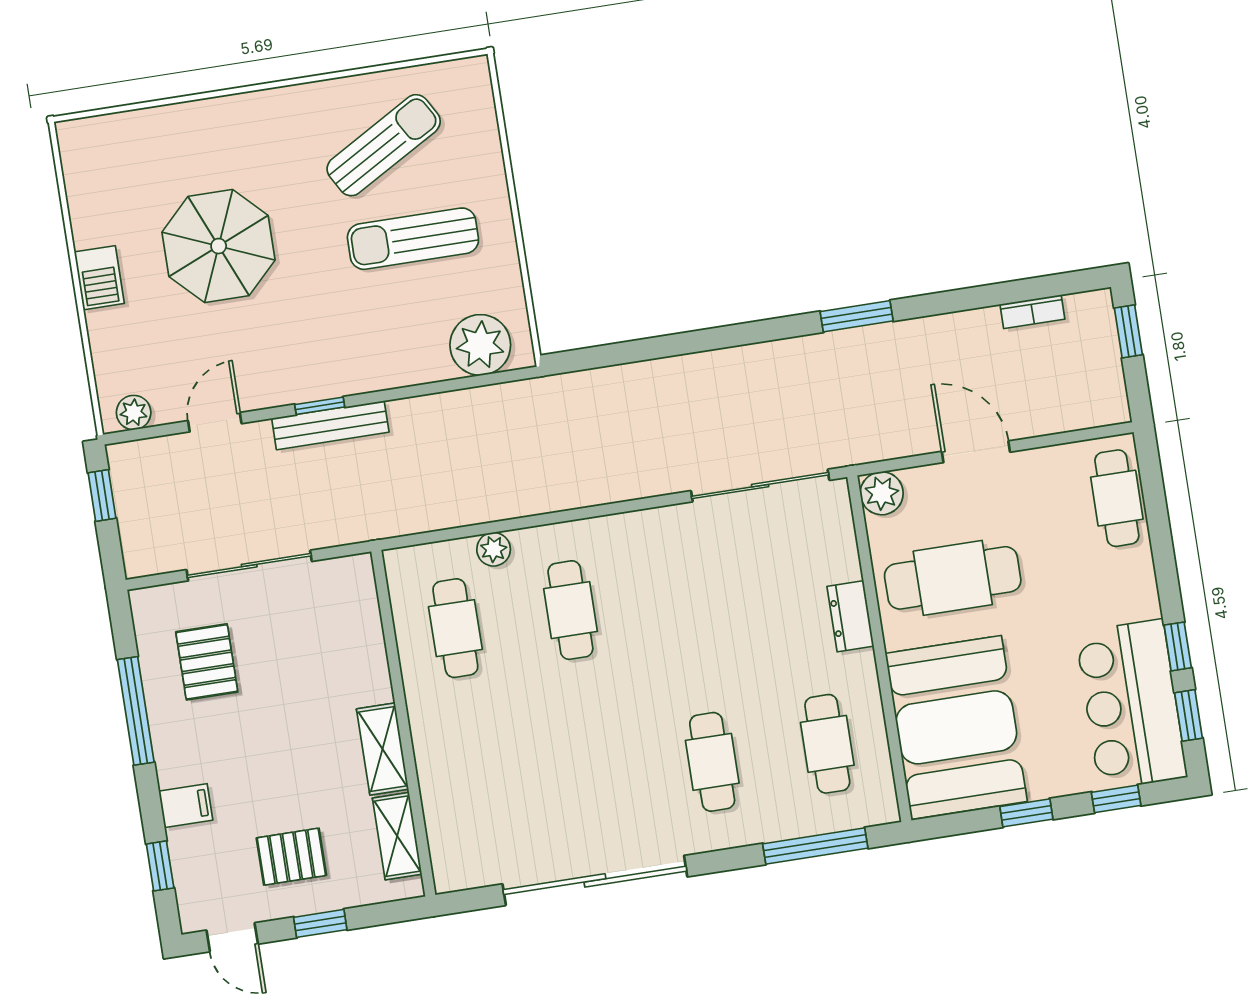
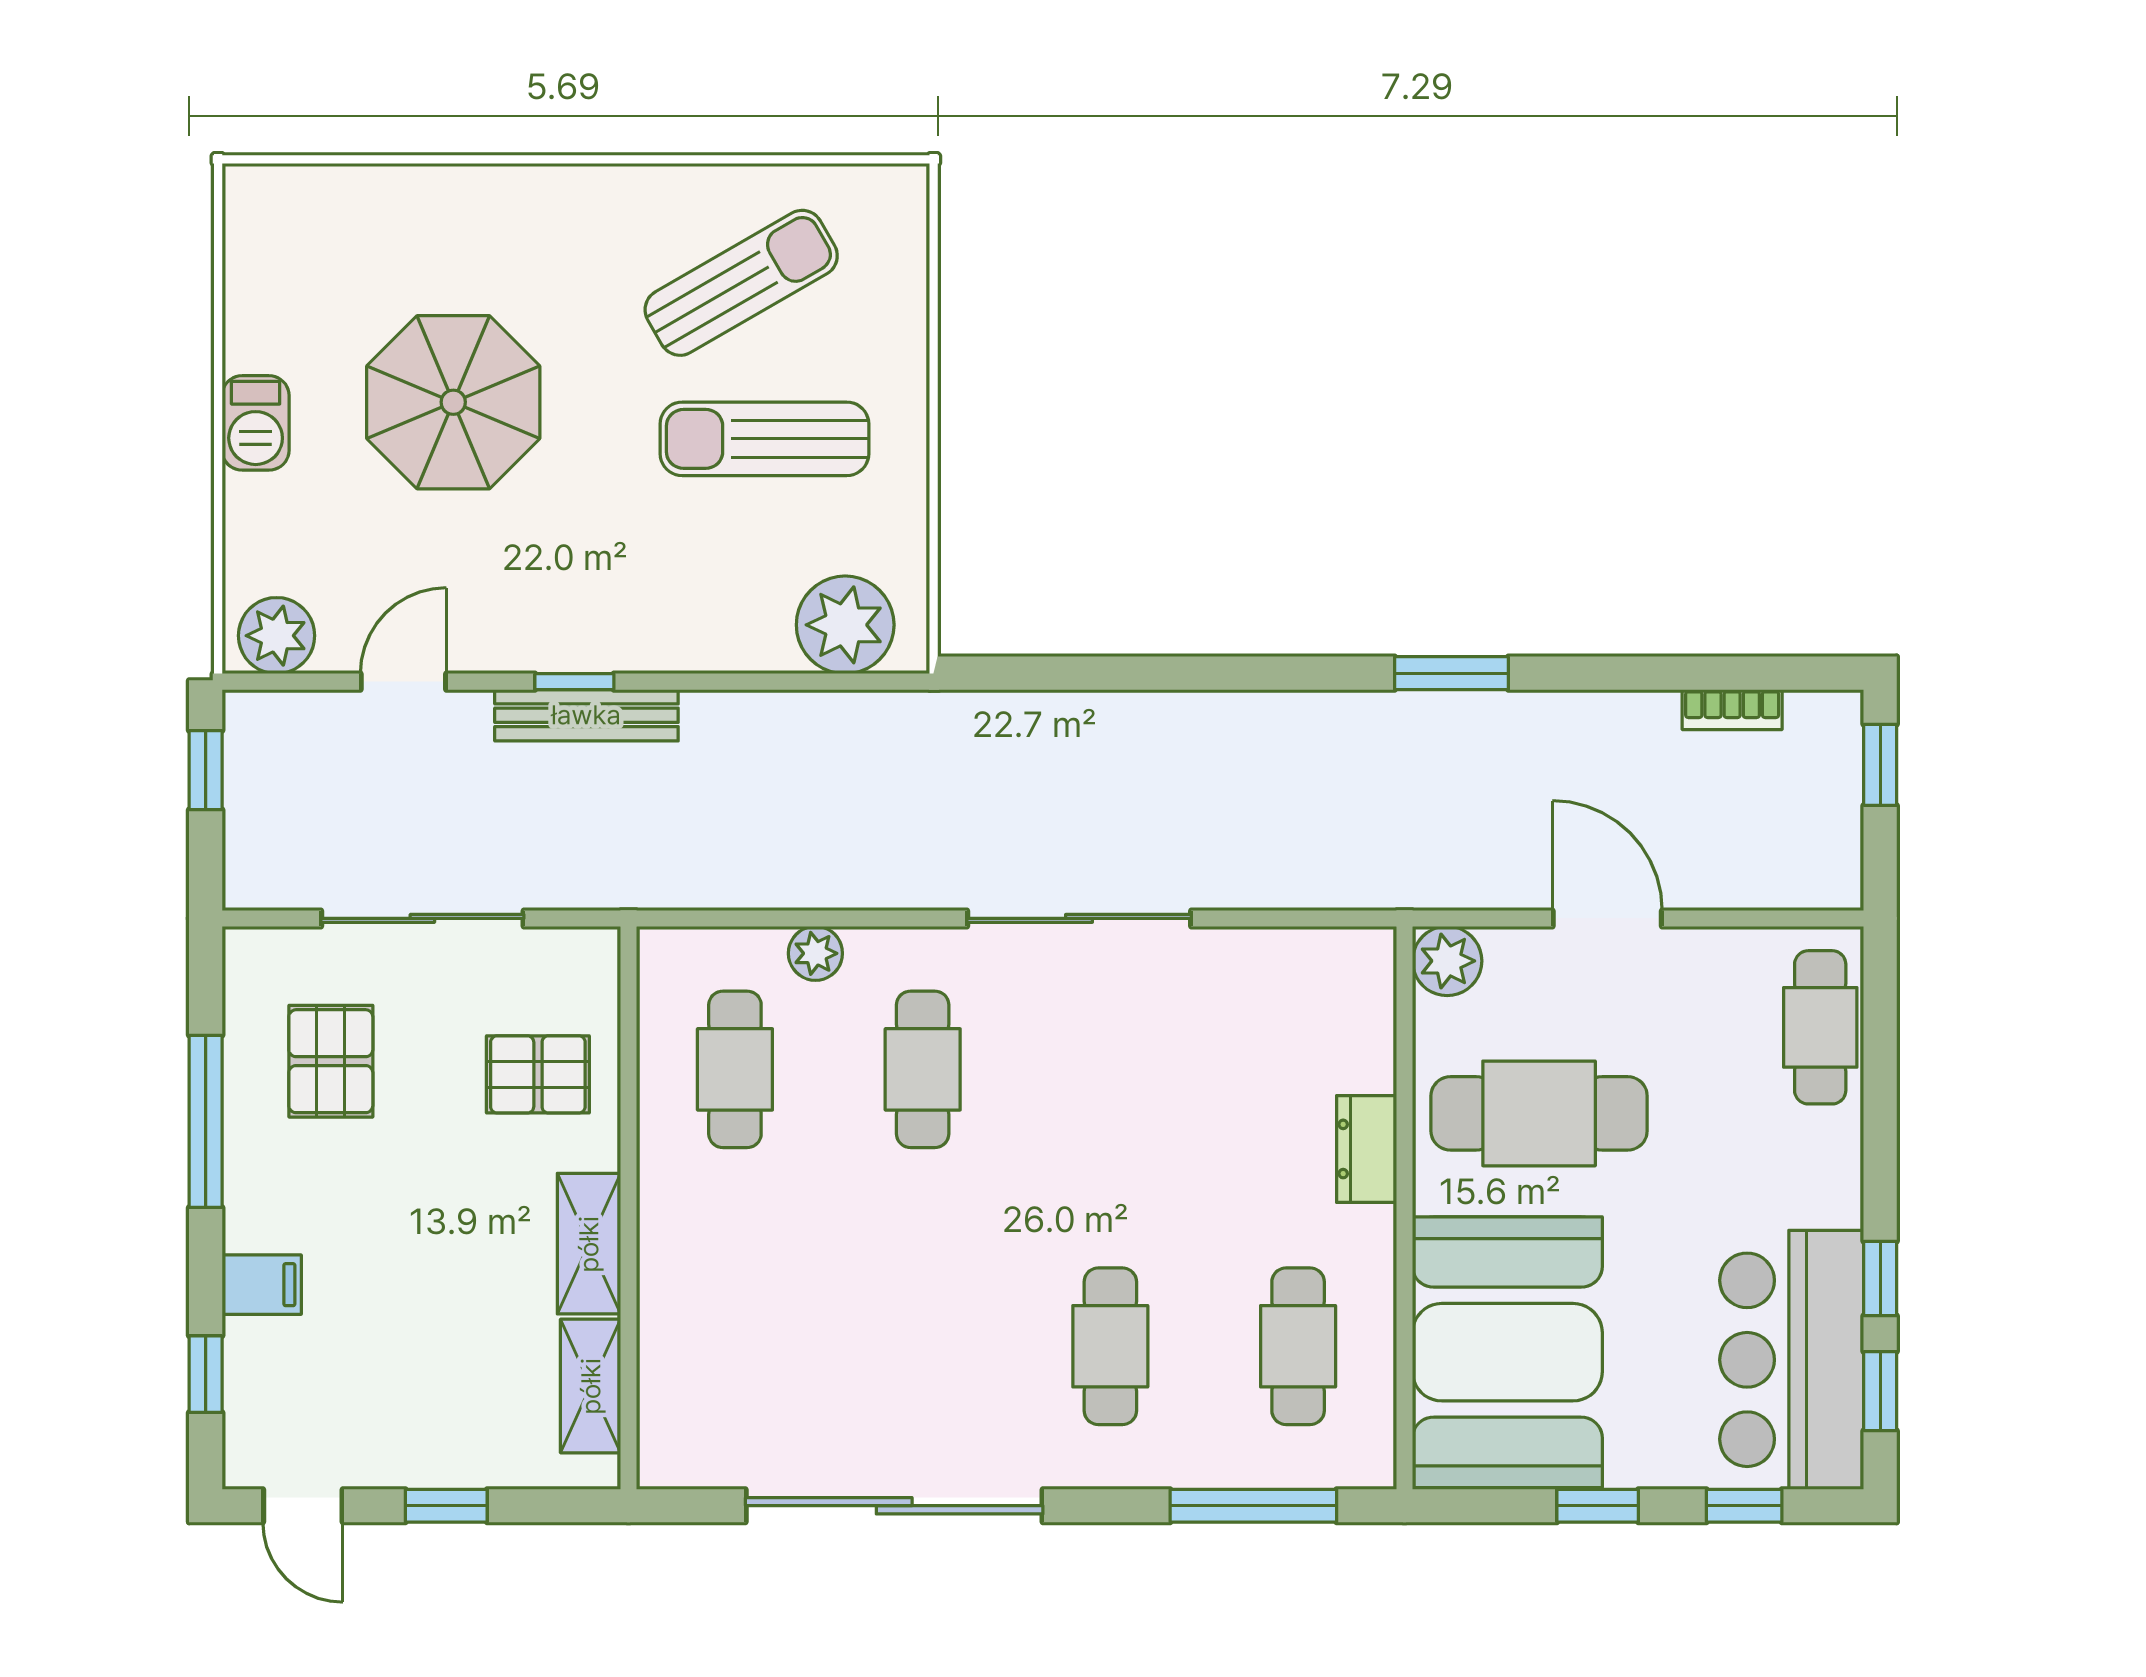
plant: (134, 413) -> (277, 636), width x1.38, depth x1.38
sliding door: (760, 486) -> (1079, 918), moved
pallet: (291, 857) -> (538, 1074), moved

